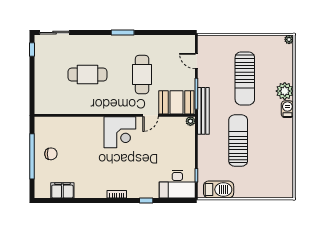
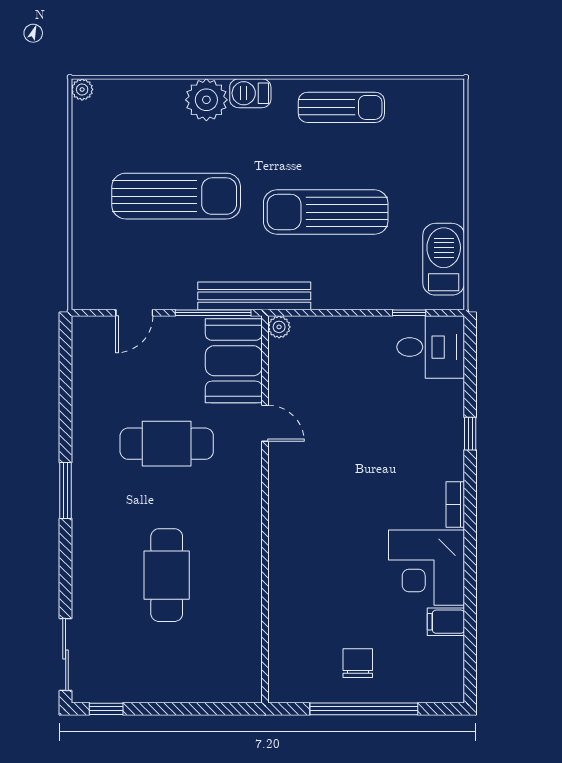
corner desk: (120, 132) -> (427, 568), moved, turned 180
sun lounger: (282, 147) -> (341, 107), added
desk: (177, 184) -> (431, 347), width x0.73
filing cabinet: (62, 190) -> (446, 622), width x0.50

